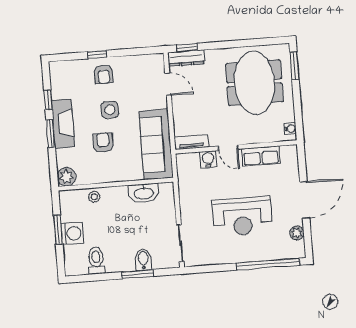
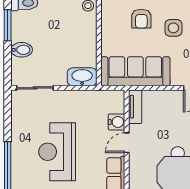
armchair: (103, 143) -> (141, 19), turned 90
washbasin: (144, 193) -> (82, 77), moved, turned 90
window: (138, 274) -> (8, 25), moved

